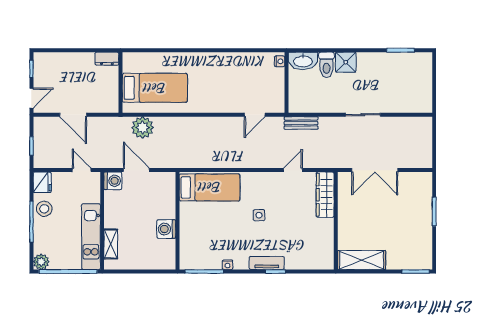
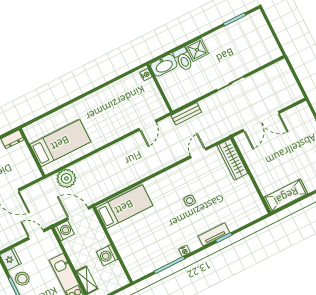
bed: (210, 187) -> (124, 207), moved
wall: (177, 221) -> (113, 245), moved
washing machine: (166, 229) -> (107, 255), moved

